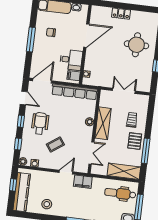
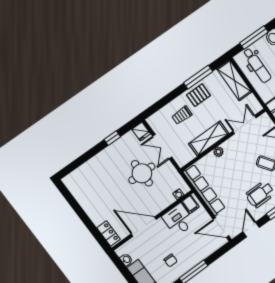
locker: (121, 14) -> (108, 233), moved
round table: (136, 45) -> (142, 173), moved
fridge: (144, 87) -> (141, 131), added

